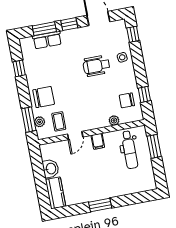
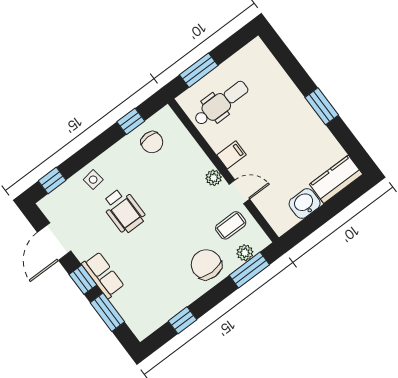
row of seats: (47, 40) -> (103, 275), moved
plant: (114, 120) -> (214, 178), moved

